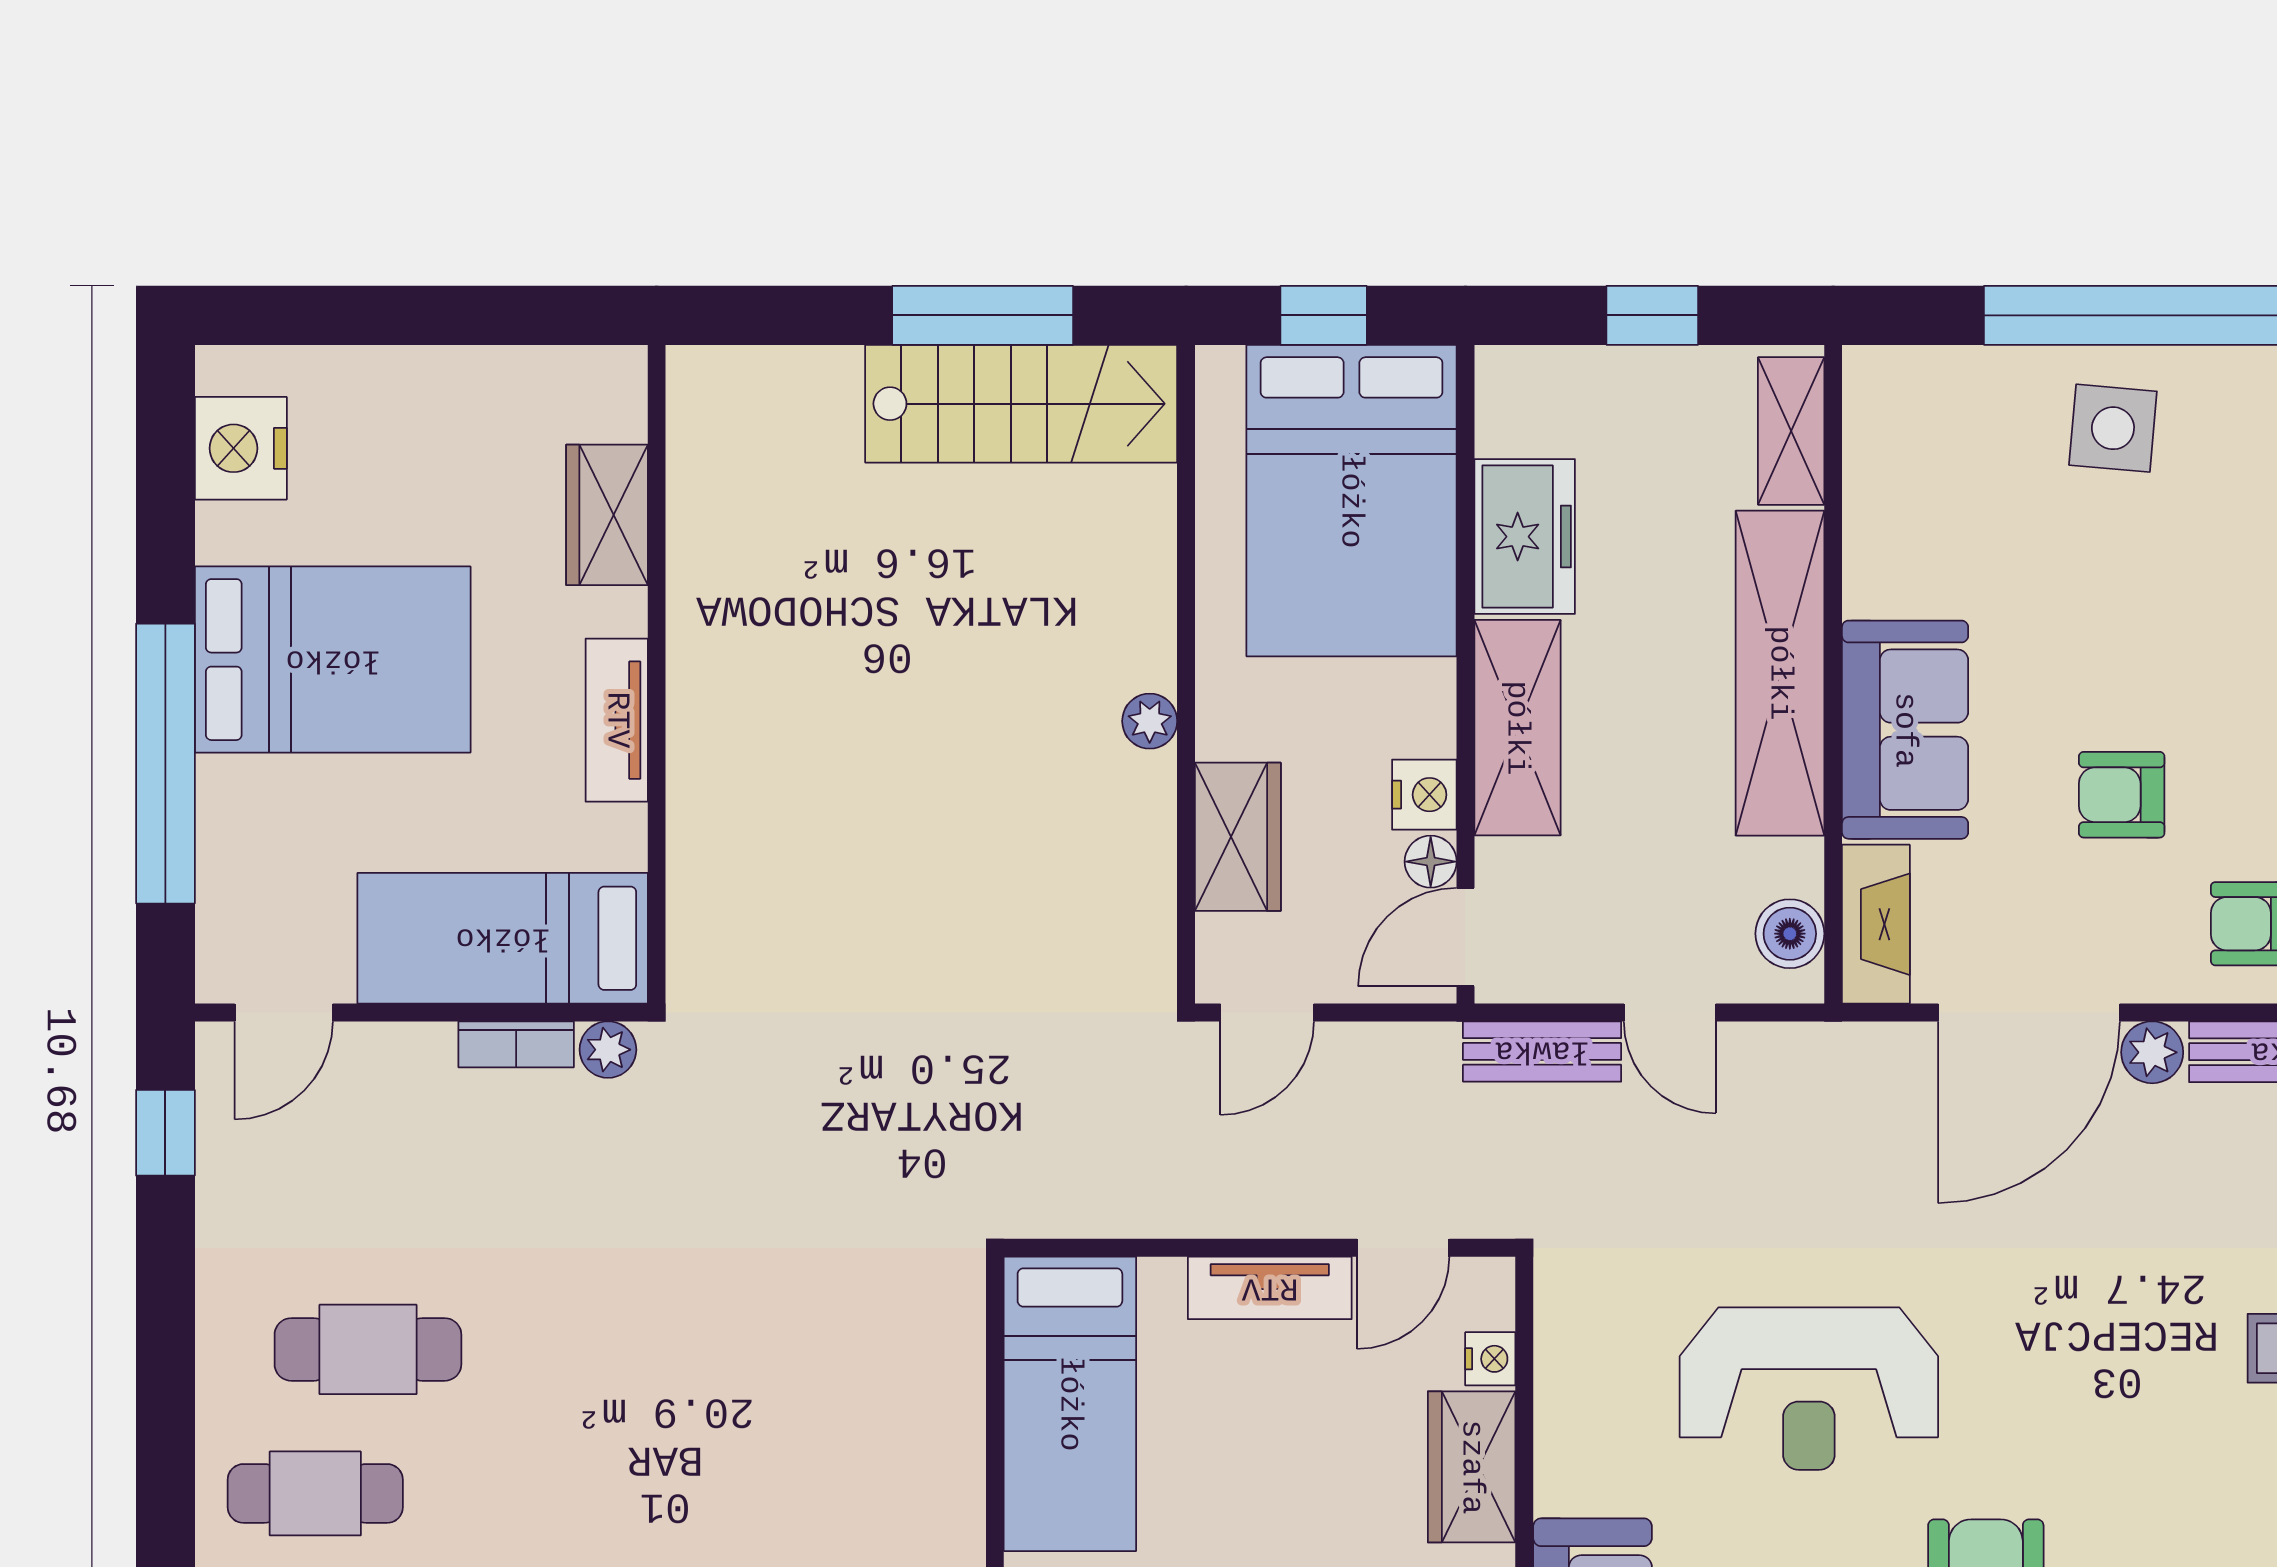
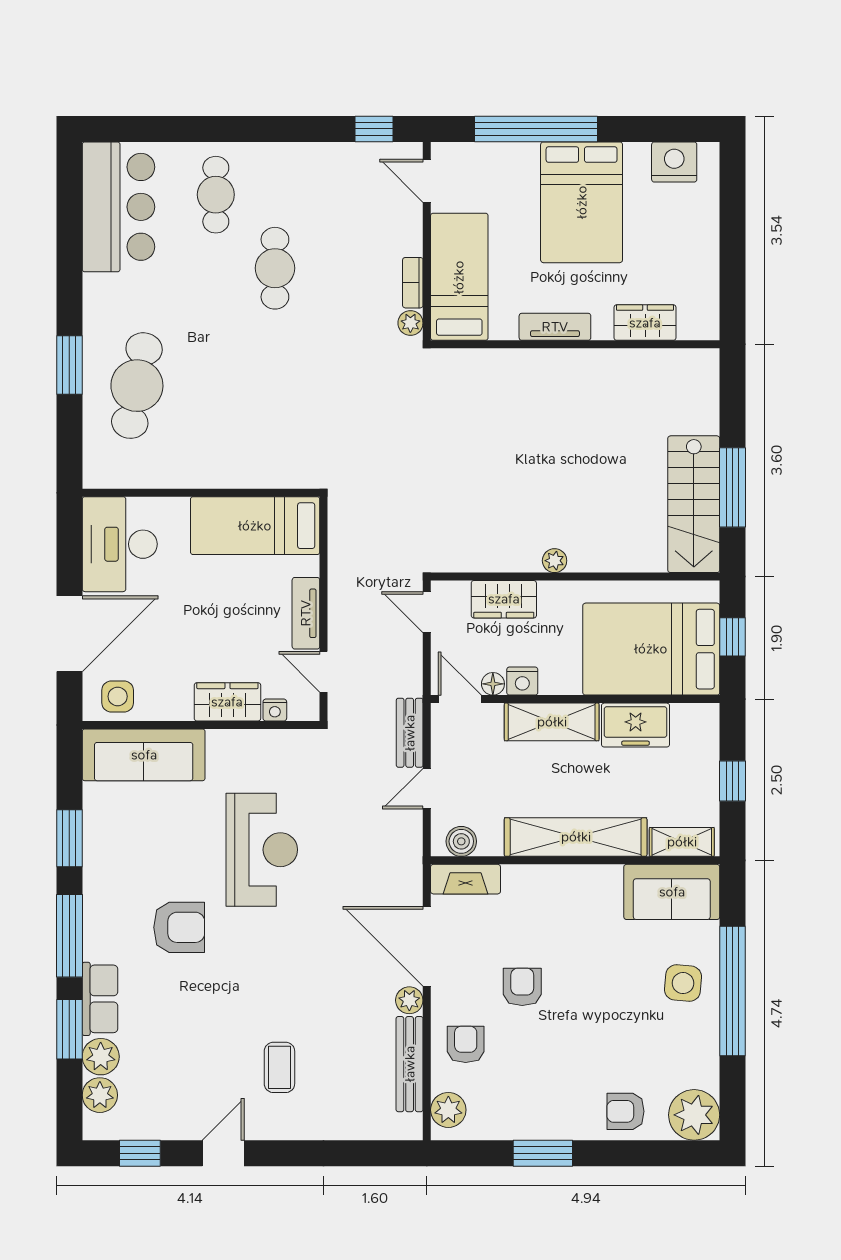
sofa: (1905, 730) -> (672, 892), moved
cafe table: (368, 1349) -> (275, 268), moved
reception desk: (1809, 1389) -> (262, 850), turned 180

